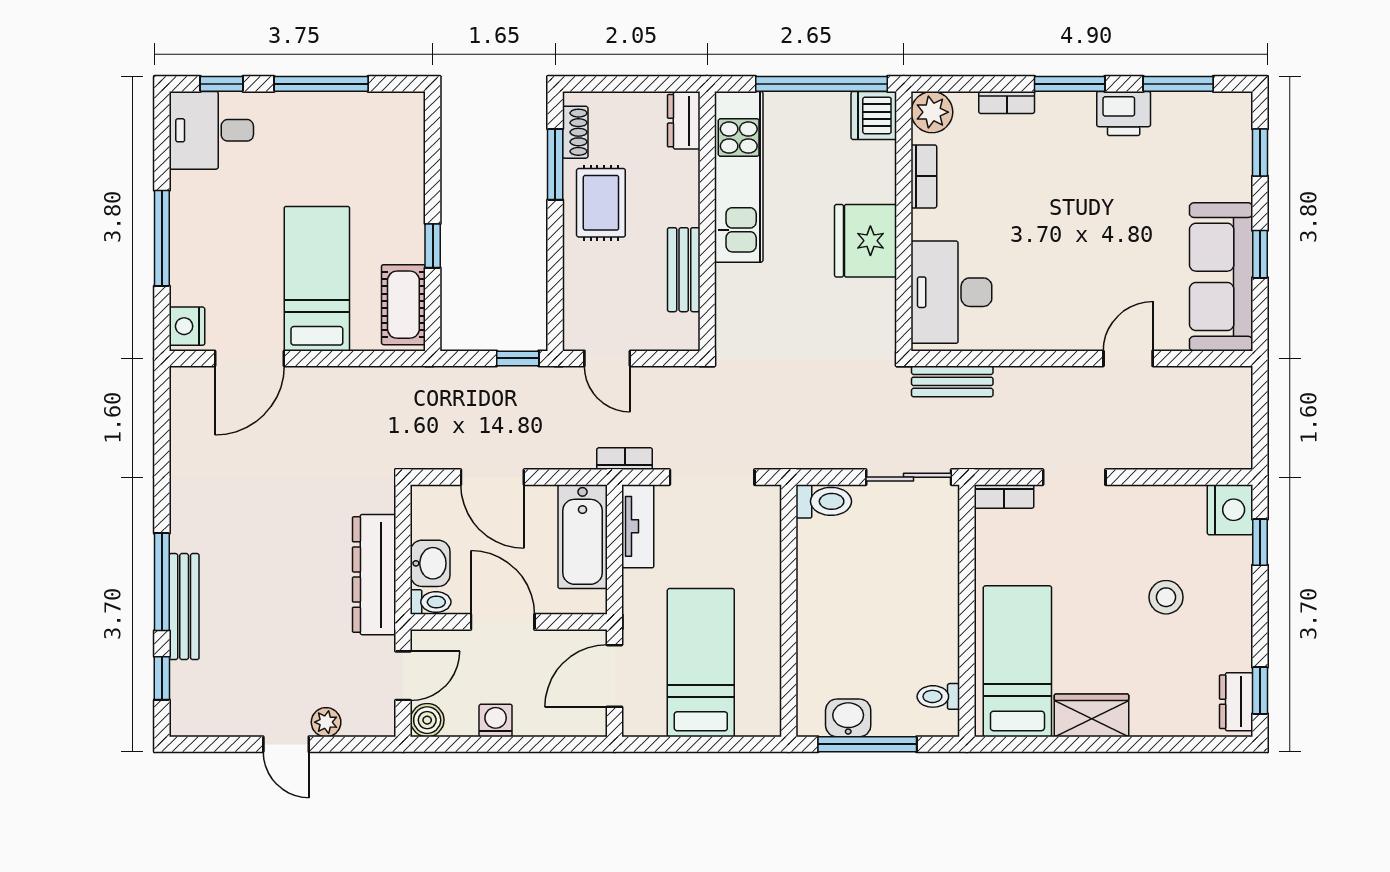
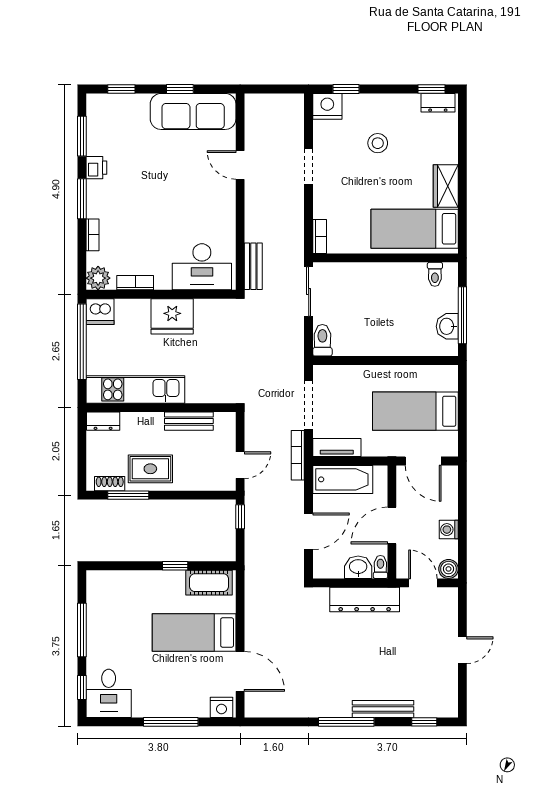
printer: (1124, 113) -> (96, 168), width x0.73, depth x0.81
bookcase: (625, 459) -> (298, 455), width x1.56
doorway: (1074, 477) -> (309, 167), moved
window: (162, 582) -> (346, 722), moved
plant: (326, 722) -> (450, 627), removed

